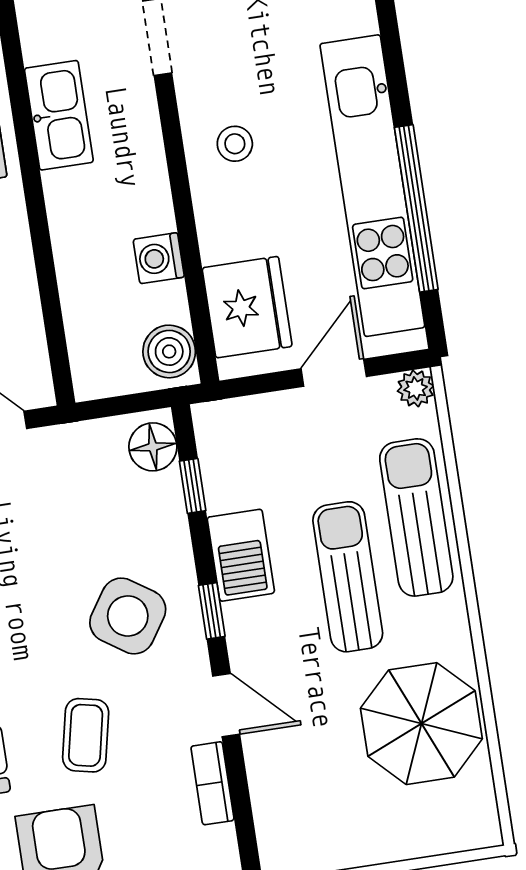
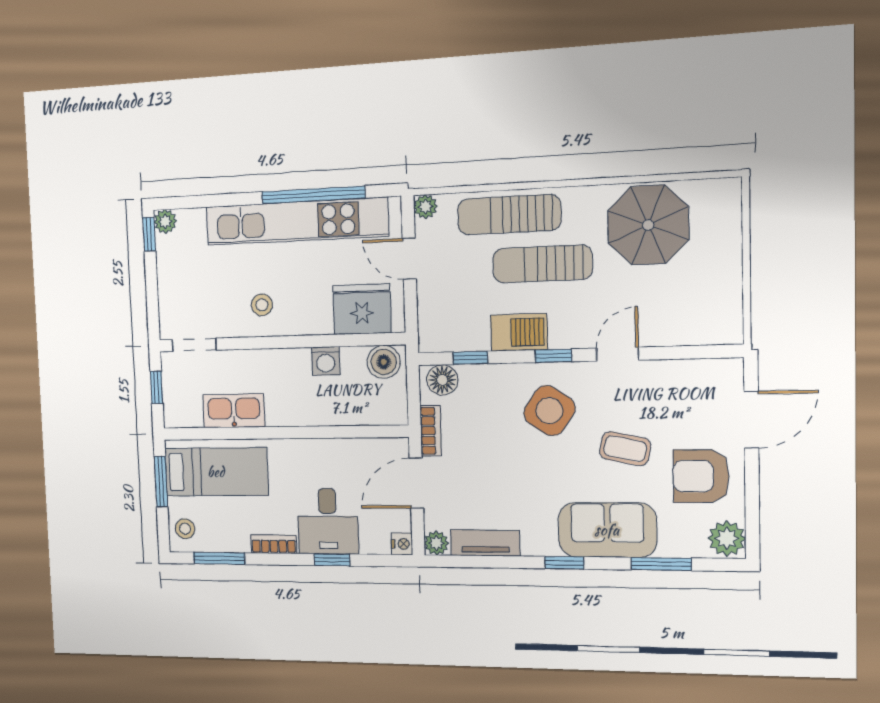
bookcase: (212, 783) -> (431, 431), moved, turned -90

